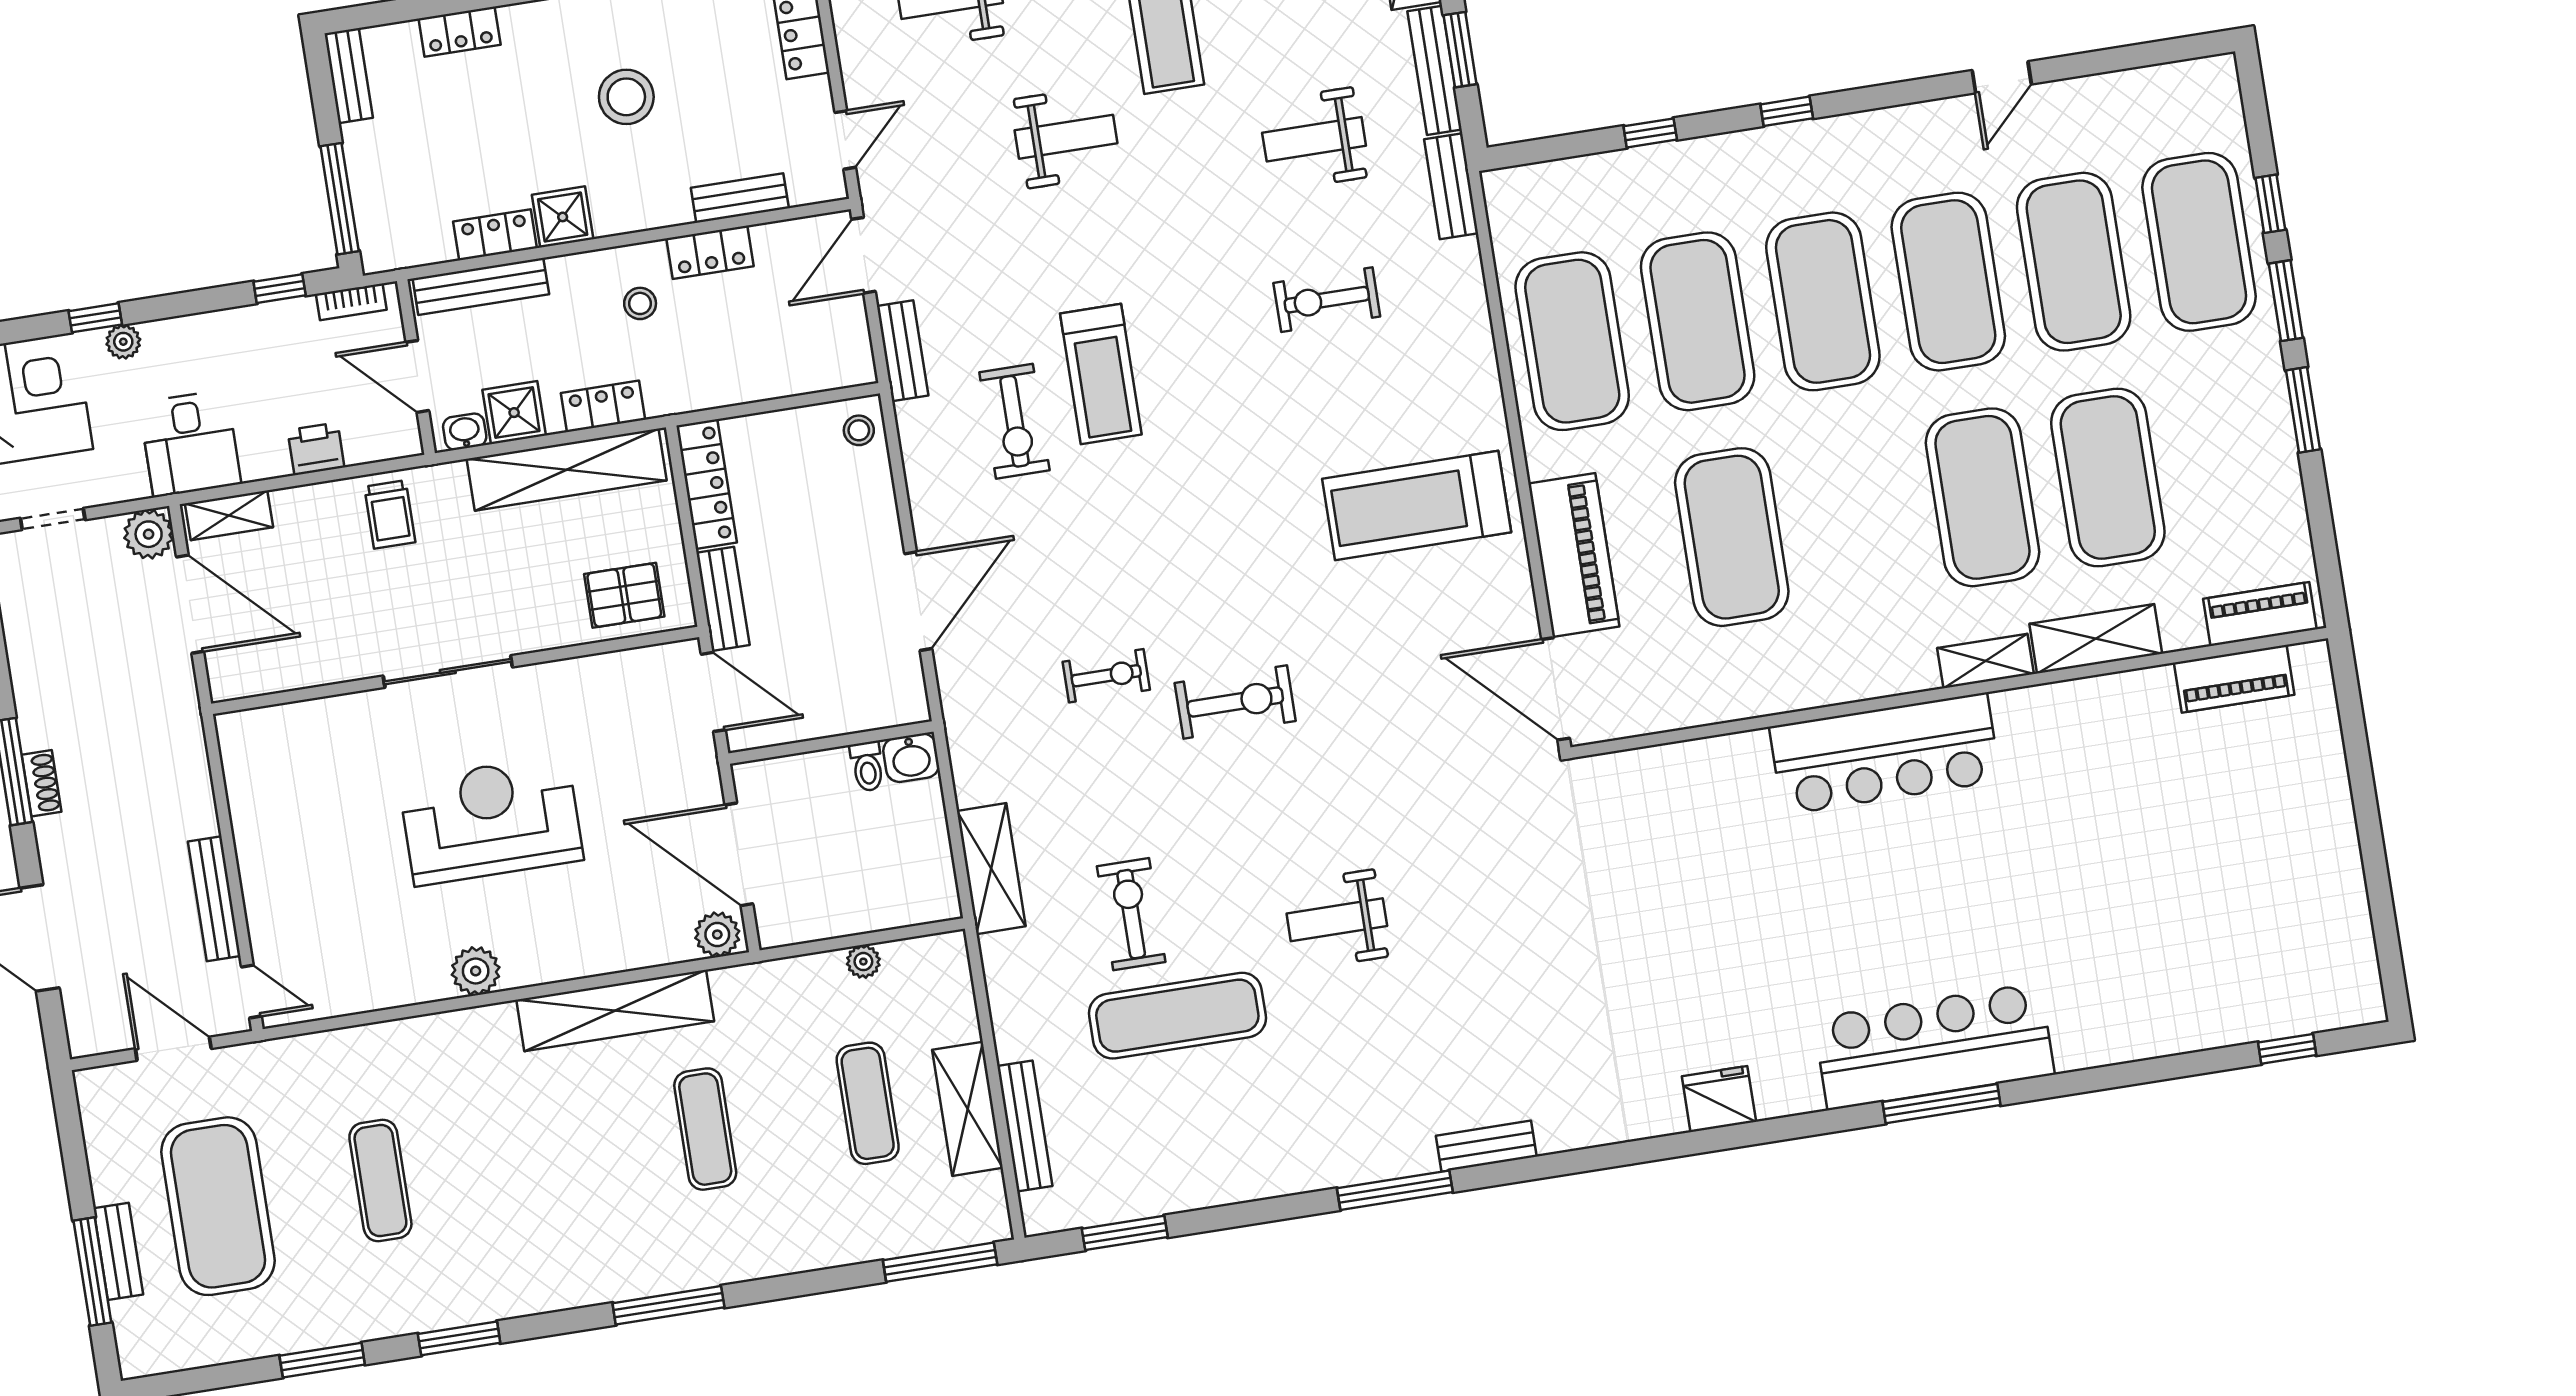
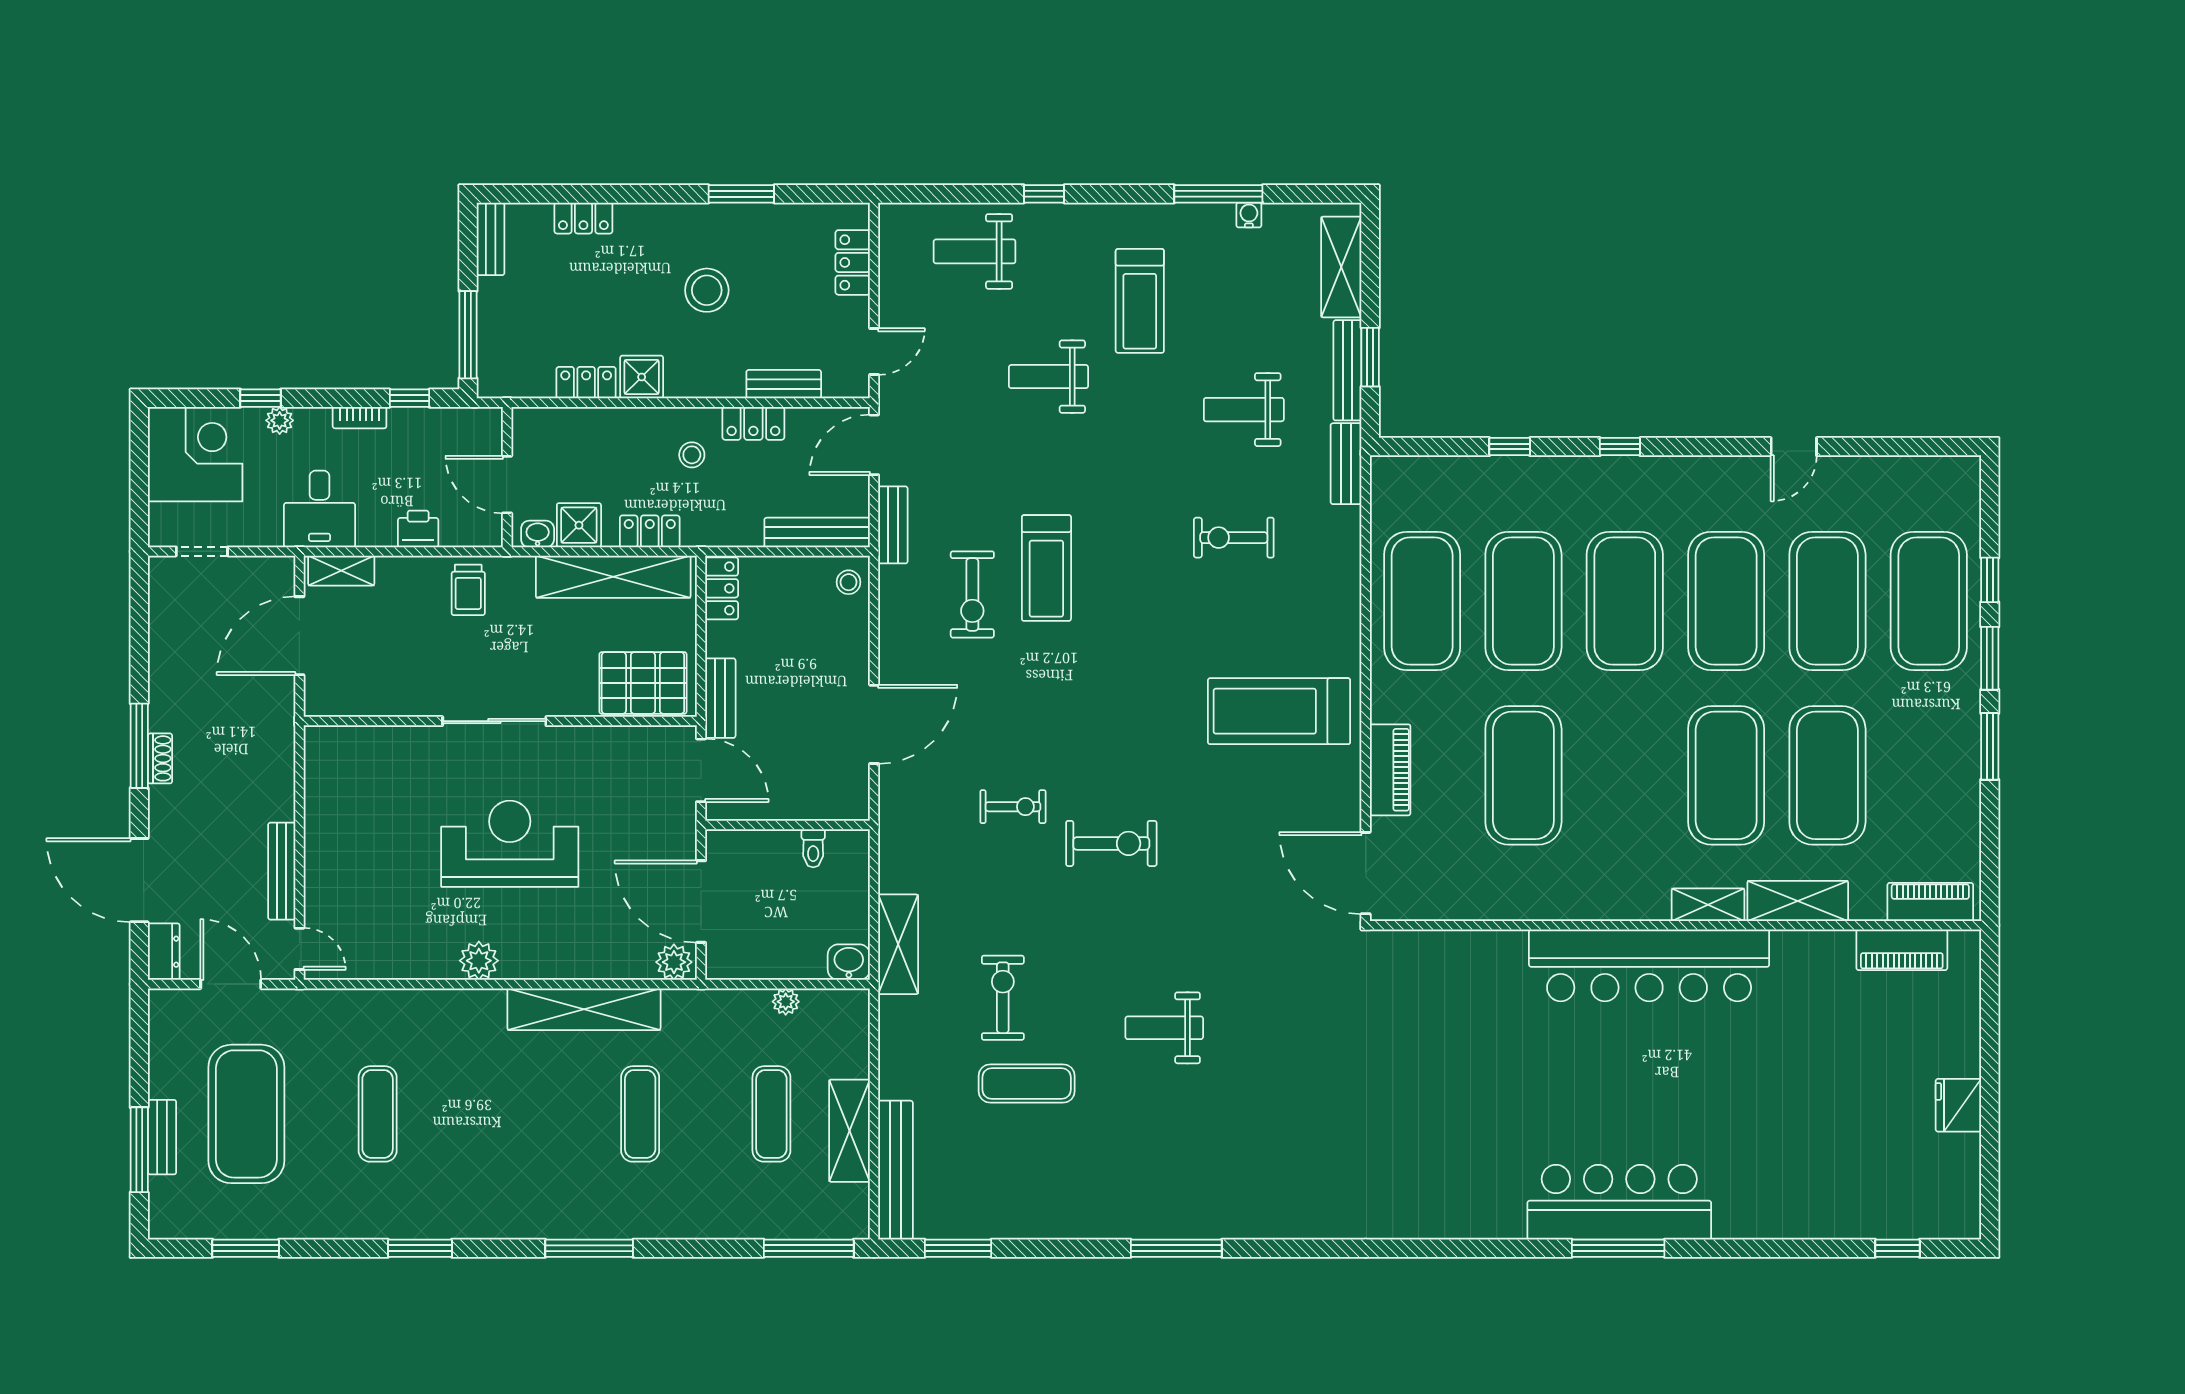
weight bench: (1066, 137) -> (1049, 377), turned 180
bench: (481, 286) -> (817, 533), moved
bookcase: (351, 302) -> (360, 418), moved
locker: (707, 484) -> (722, 588), width x0.66
plant: (149, 534) -> (276, 575), removed
piano: (1574, 555) -> (1390, 770), width x0.73, depth x0.75
pallet: (624, 595) -> (643, 683), width x1.50, depth x1.42
door: (190, 604) -> (299, 636), swing flipped
bar counter: (1885, 754) -> (1649, 965), width x1.36
washbasin: (911, 758) -> (849, 962), moved, turned 180
exercise mat: (1177, 1016) -> (1027, 1084), width x0.73, depth x0.69
dresser: (84, 1022) -> (164, 952), added
fridge: (1719, 1099) -> (1958, 1105), moved, turned -90
bench: (1025, 1126) -> (896, 1170), width x1.37, depth x1.21
bench: (1486, 1146) -> (1254, 1225), removed
window: (322, 1360) -> (246, 1248), moved

